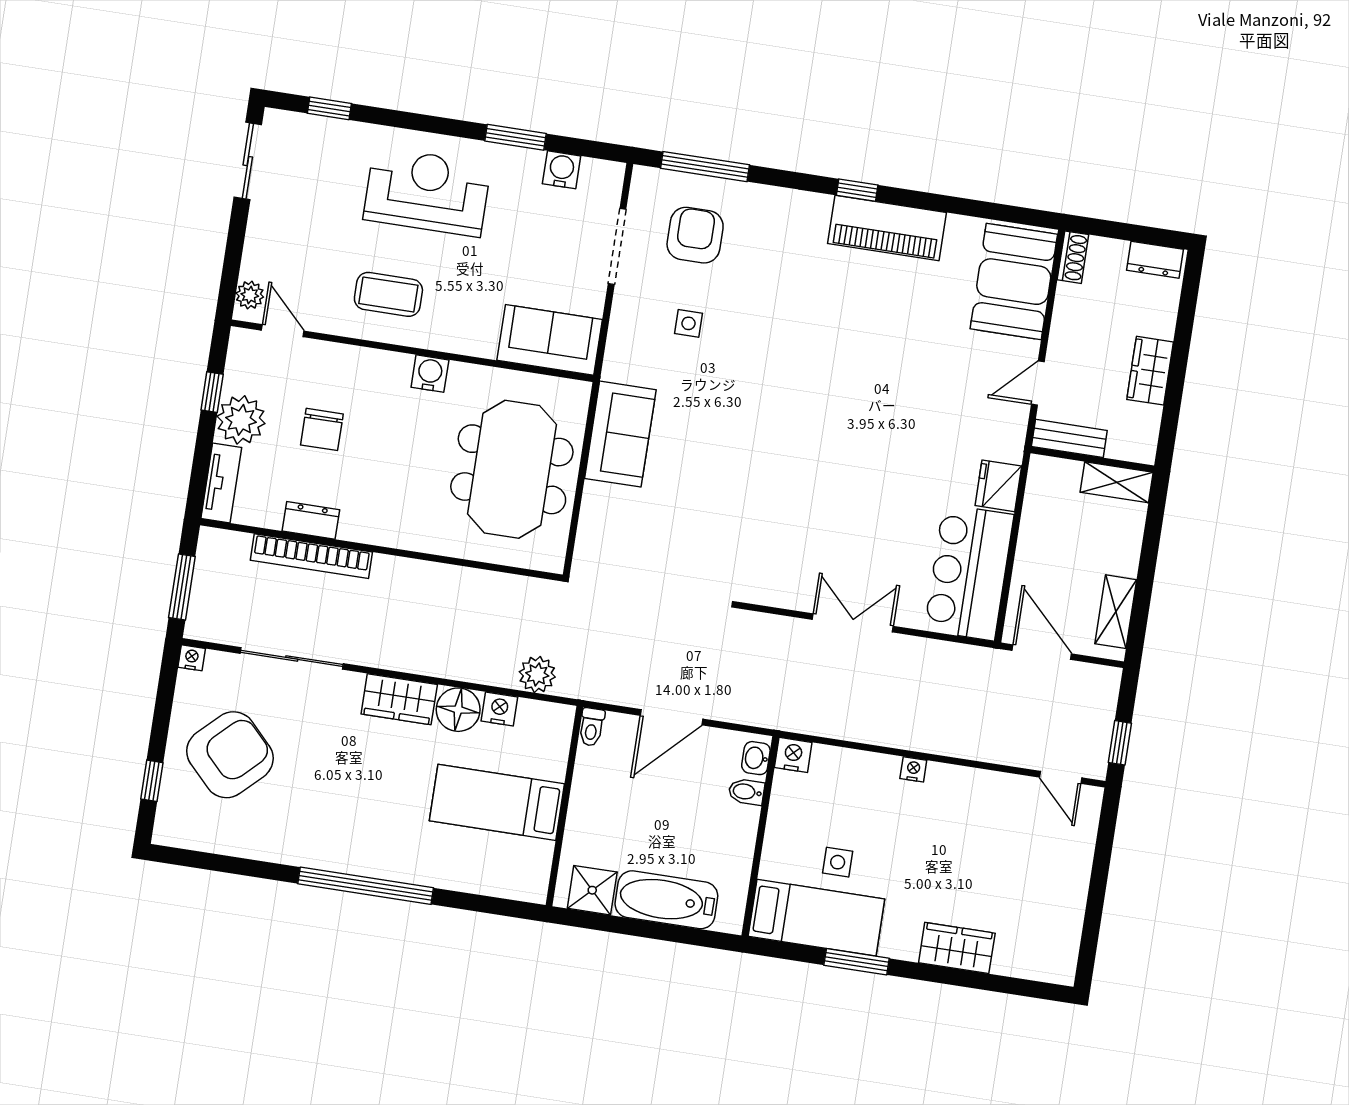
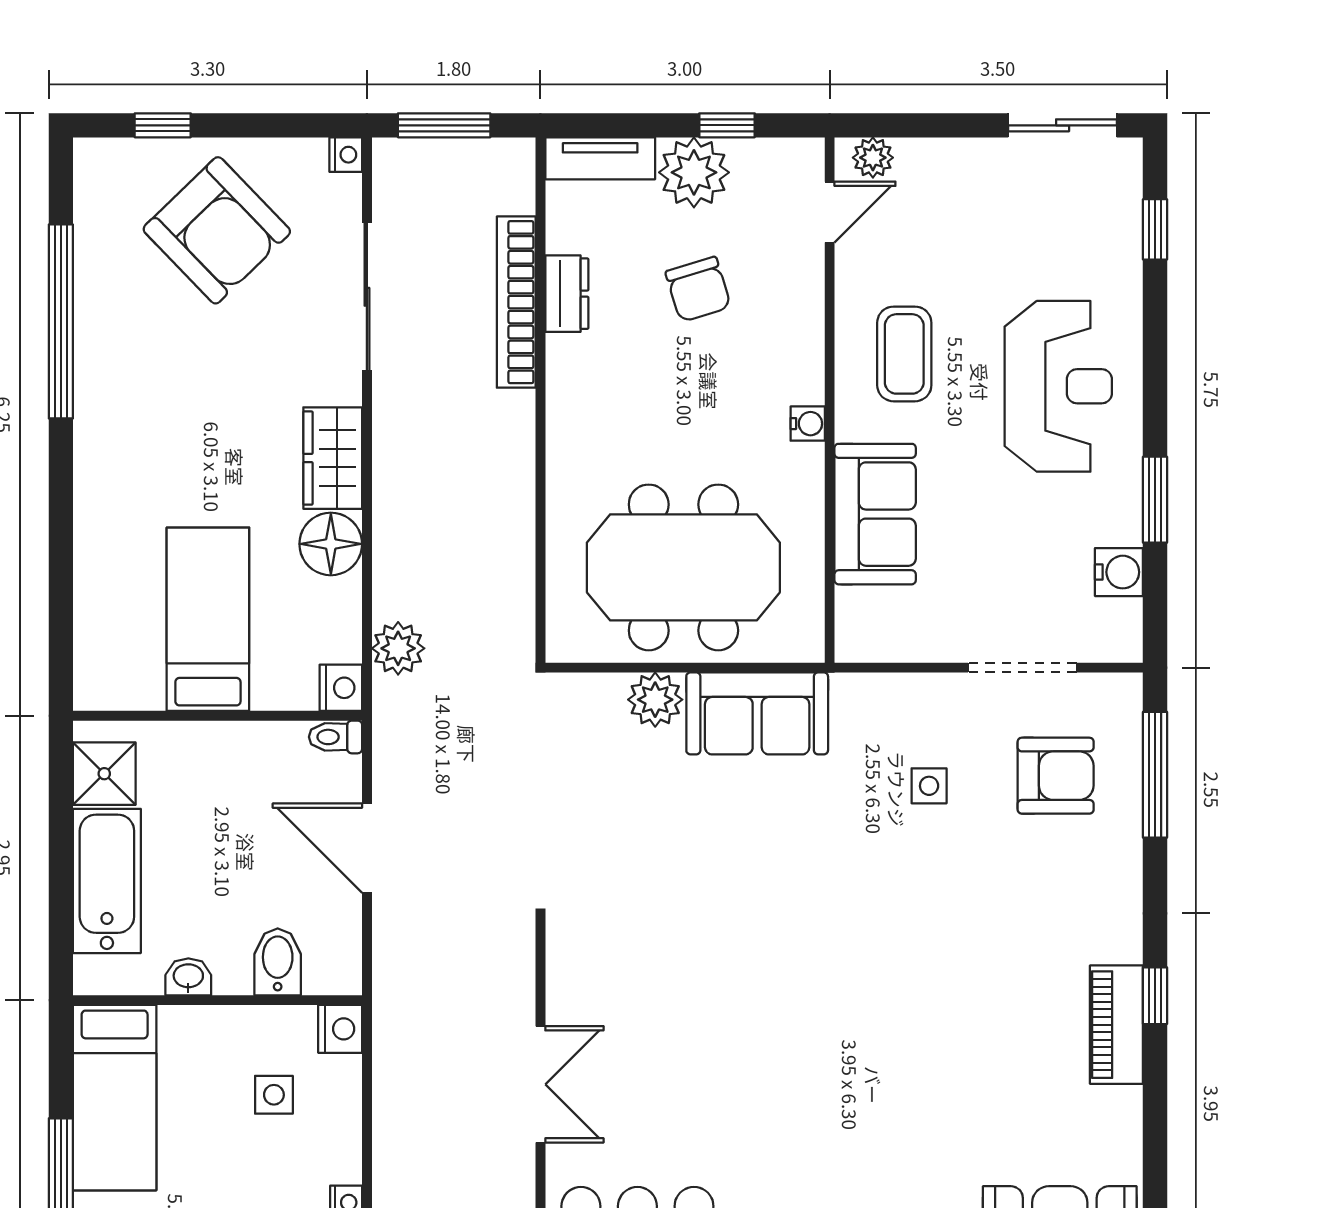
piano: (887, 228) -> (1116, 1025), width x0.73, depth x0.75
sofa: (550, 340) -> (875, 514), moved
water cooler: (430, 374) -> (808, 424), width x0.72, depth x0.72
chair: (322, 429) -> (698, 289), turned -107
plant: (600, 503) -> (655, 700), added
nightstand: (499, 709) -> (341, 688), moved
washbasin: (756, 758) -> (188, 977), moved
bidet: (746, 792) -> (278, 962), width x1.38, depth x1.36
side table: (838, 862) -> (274, 1095), moved
window: (366, 886) -> (61, 321), moved

